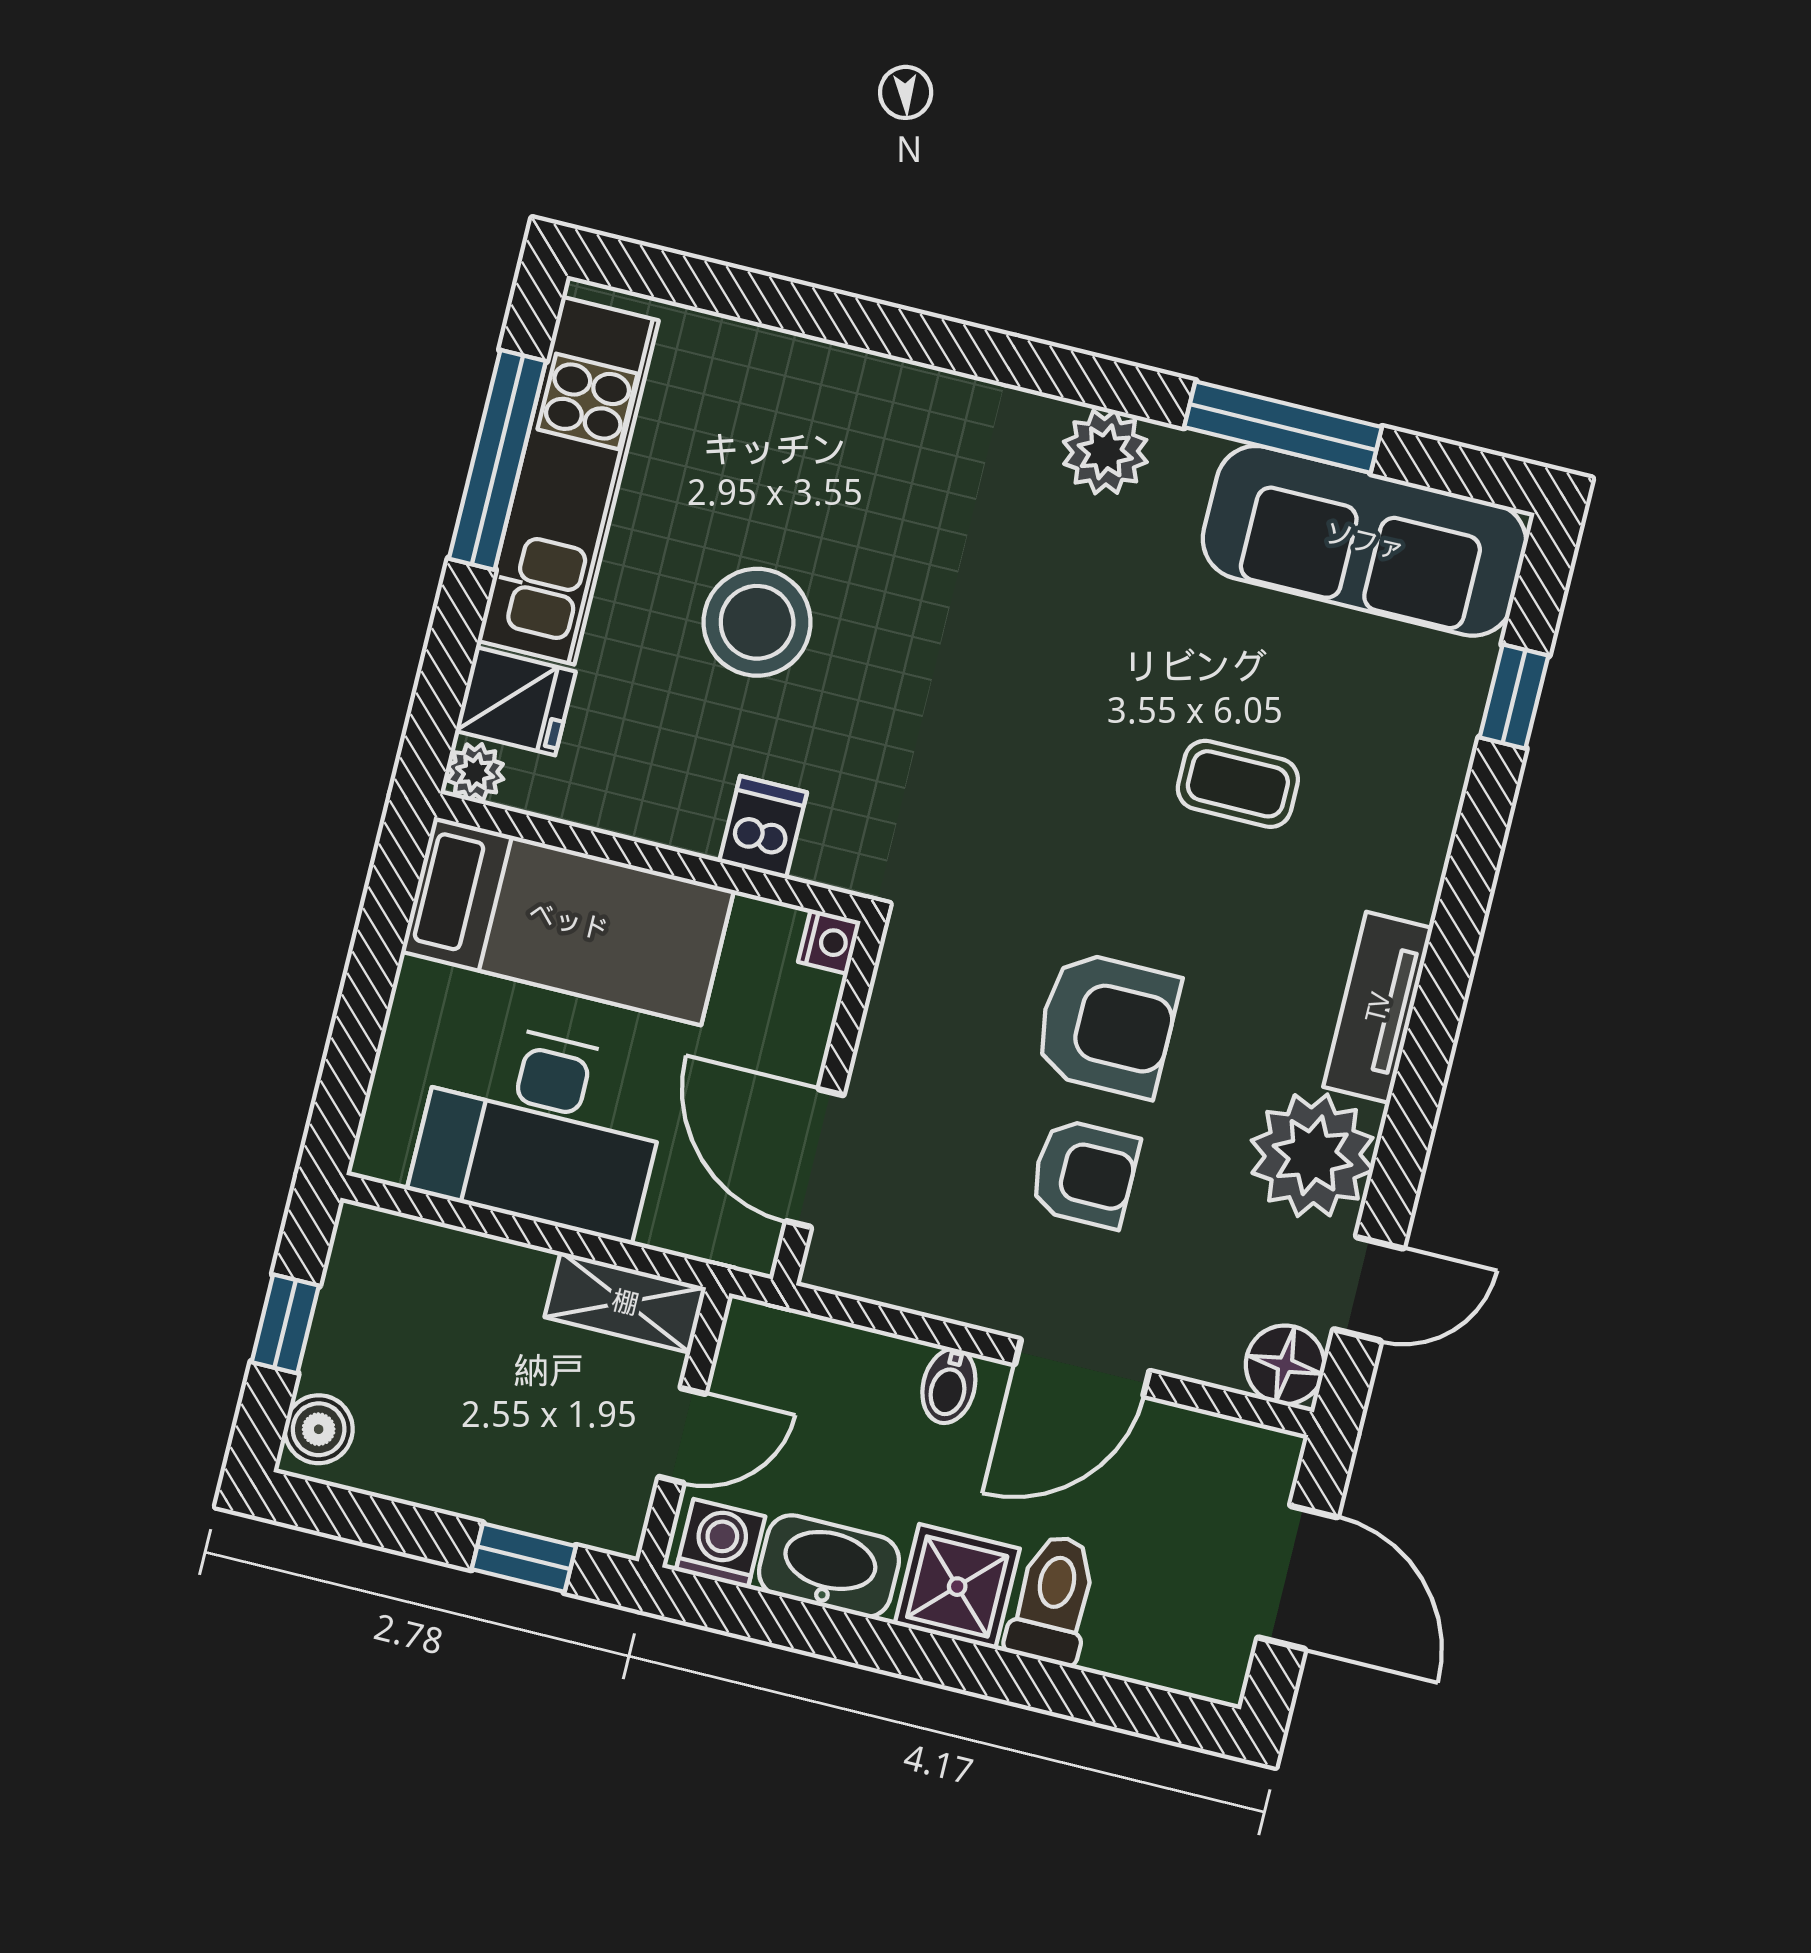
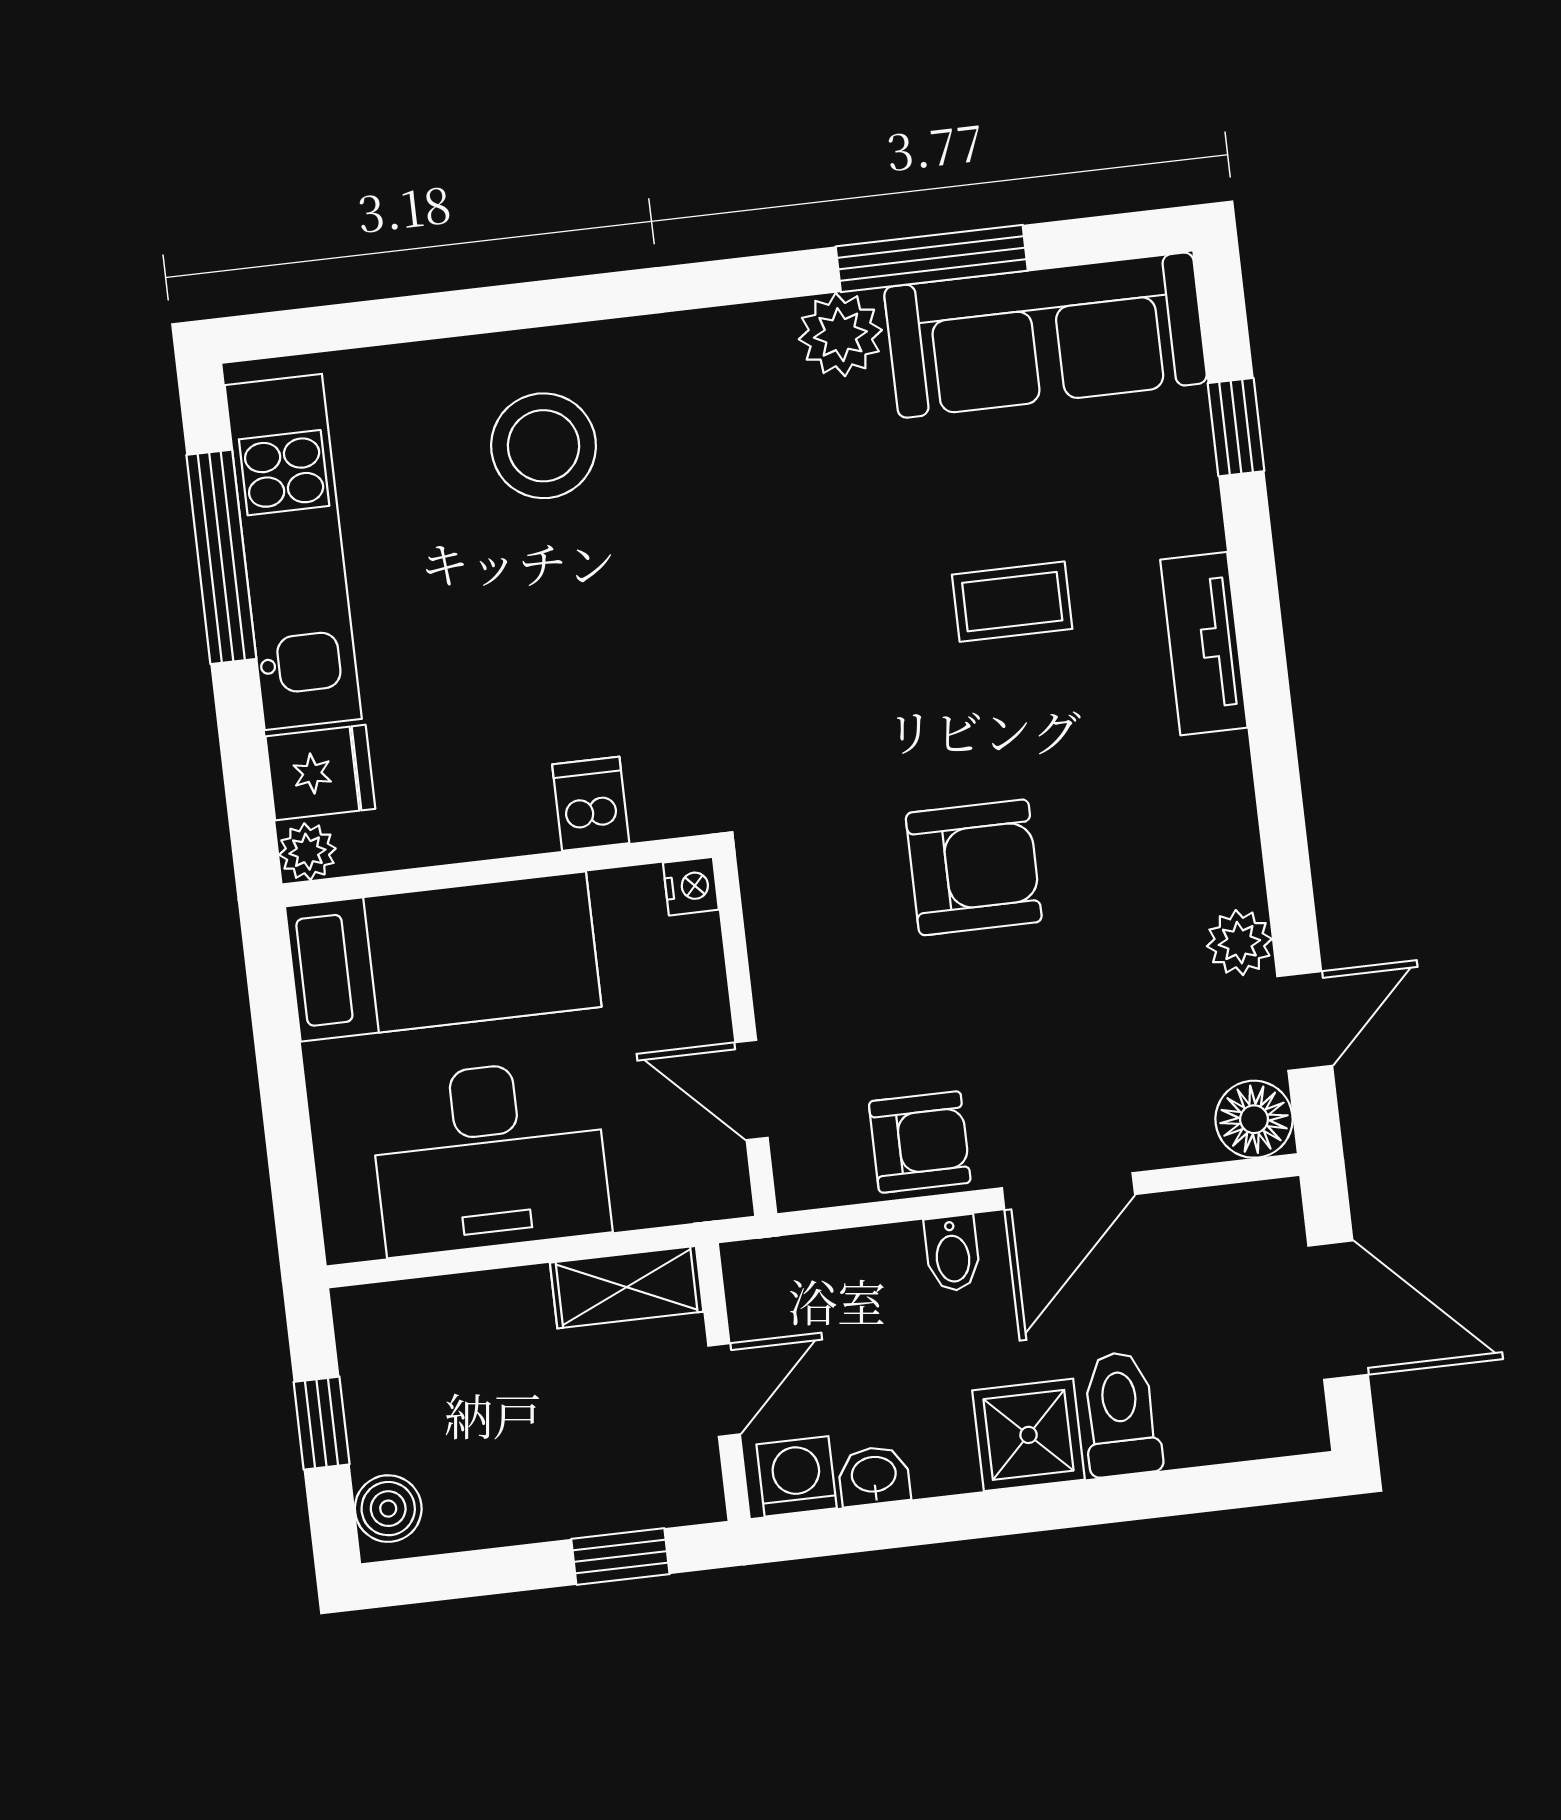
plant: (1105, 452) -> (840, 335), moved
stool: (757, 622) -> (544, 446), moved
tv unit: (1378, 1007) -> (1204, 644), moved
plant: (1312, 1155) -> (1239, 943), width x0.53, depth x0.53
door: (815, 1158) -> (751, 1090), width x0.73
armchair: (1084, 1173) -> (920, 1142), moved
washbasin: (829, 1566) -> (874, 1476), width x0.52, depth x0.69

